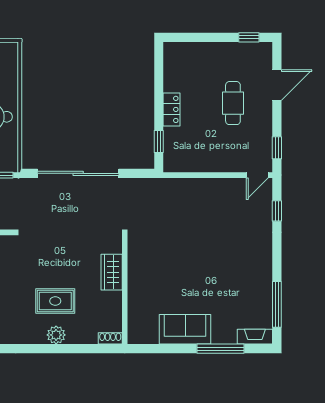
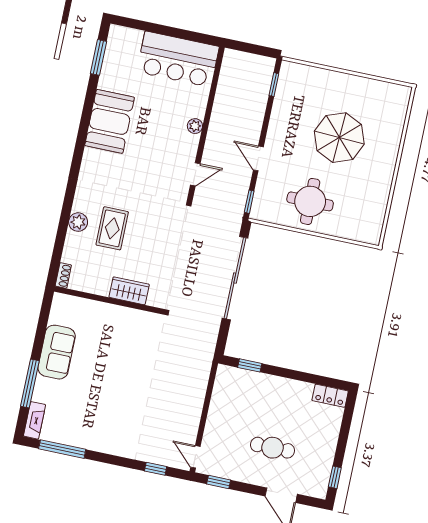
locker: (172, 109) -> (330, 396), moved

